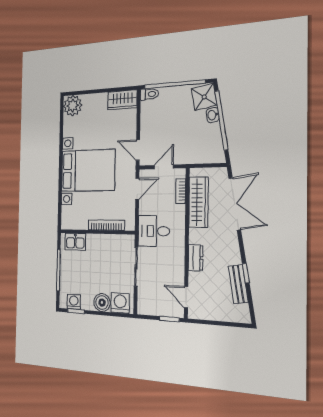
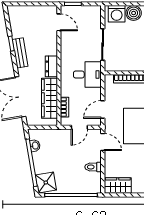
toilet: (149, 94) -> (93, 167), moved
washbasin: (213, 115) -> (35, 146), moved
dresser: (196, 258) -> (51, 66), moved
bench: (238, 284) -> (20, 53), moved

